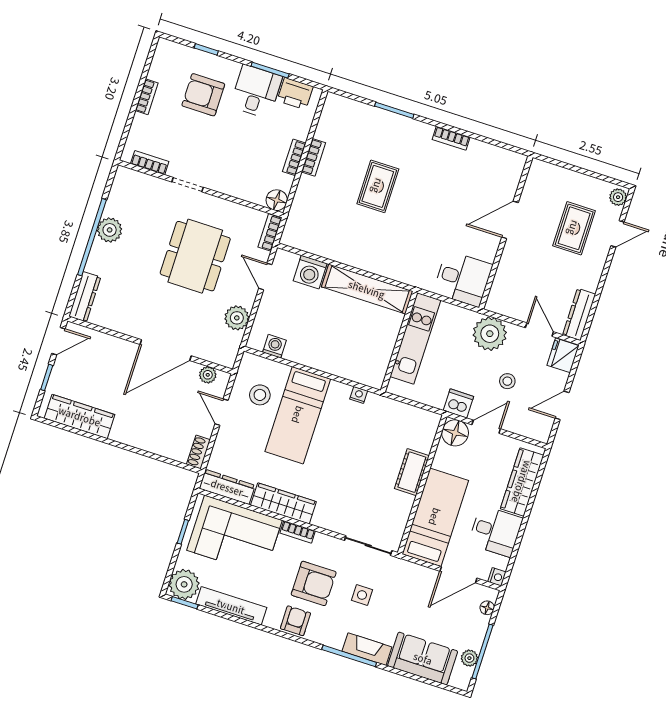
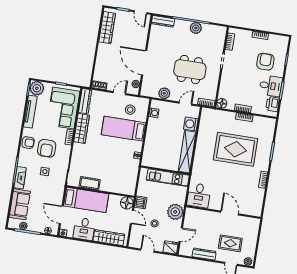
rug: (378, 186) -> (236, 149), width x1.86, depth x2.06
dresser: (579, 314) -> (204, 254), moved
cot: (412, 472) -> (90, 183), moved

